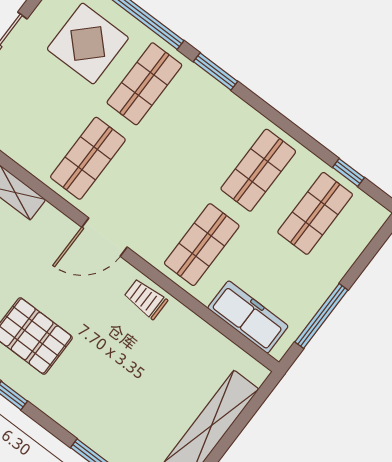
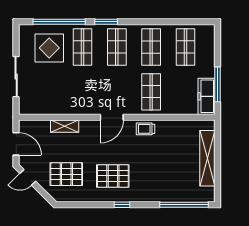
shop shelf: (88, 158) -> (117, 47), moved
window: (348, 172) -> (186, 22), removed
freezer: (248, 317) -> (207, 96), moved, turned -90

